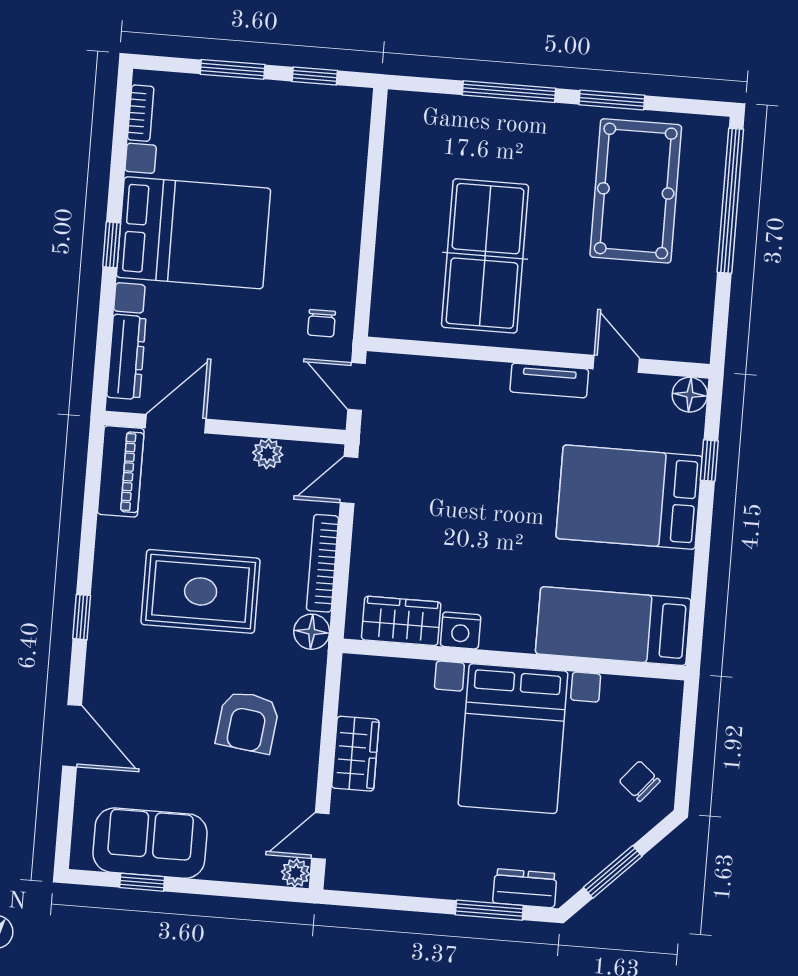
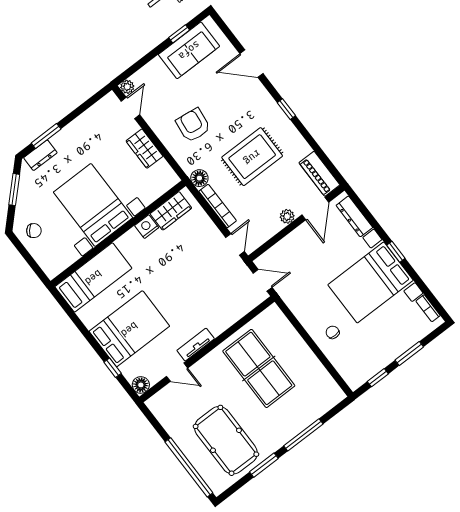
chair: (321, 323) -> (333, 332), moved
plant: (268, 454) -> (287, 216), moved

